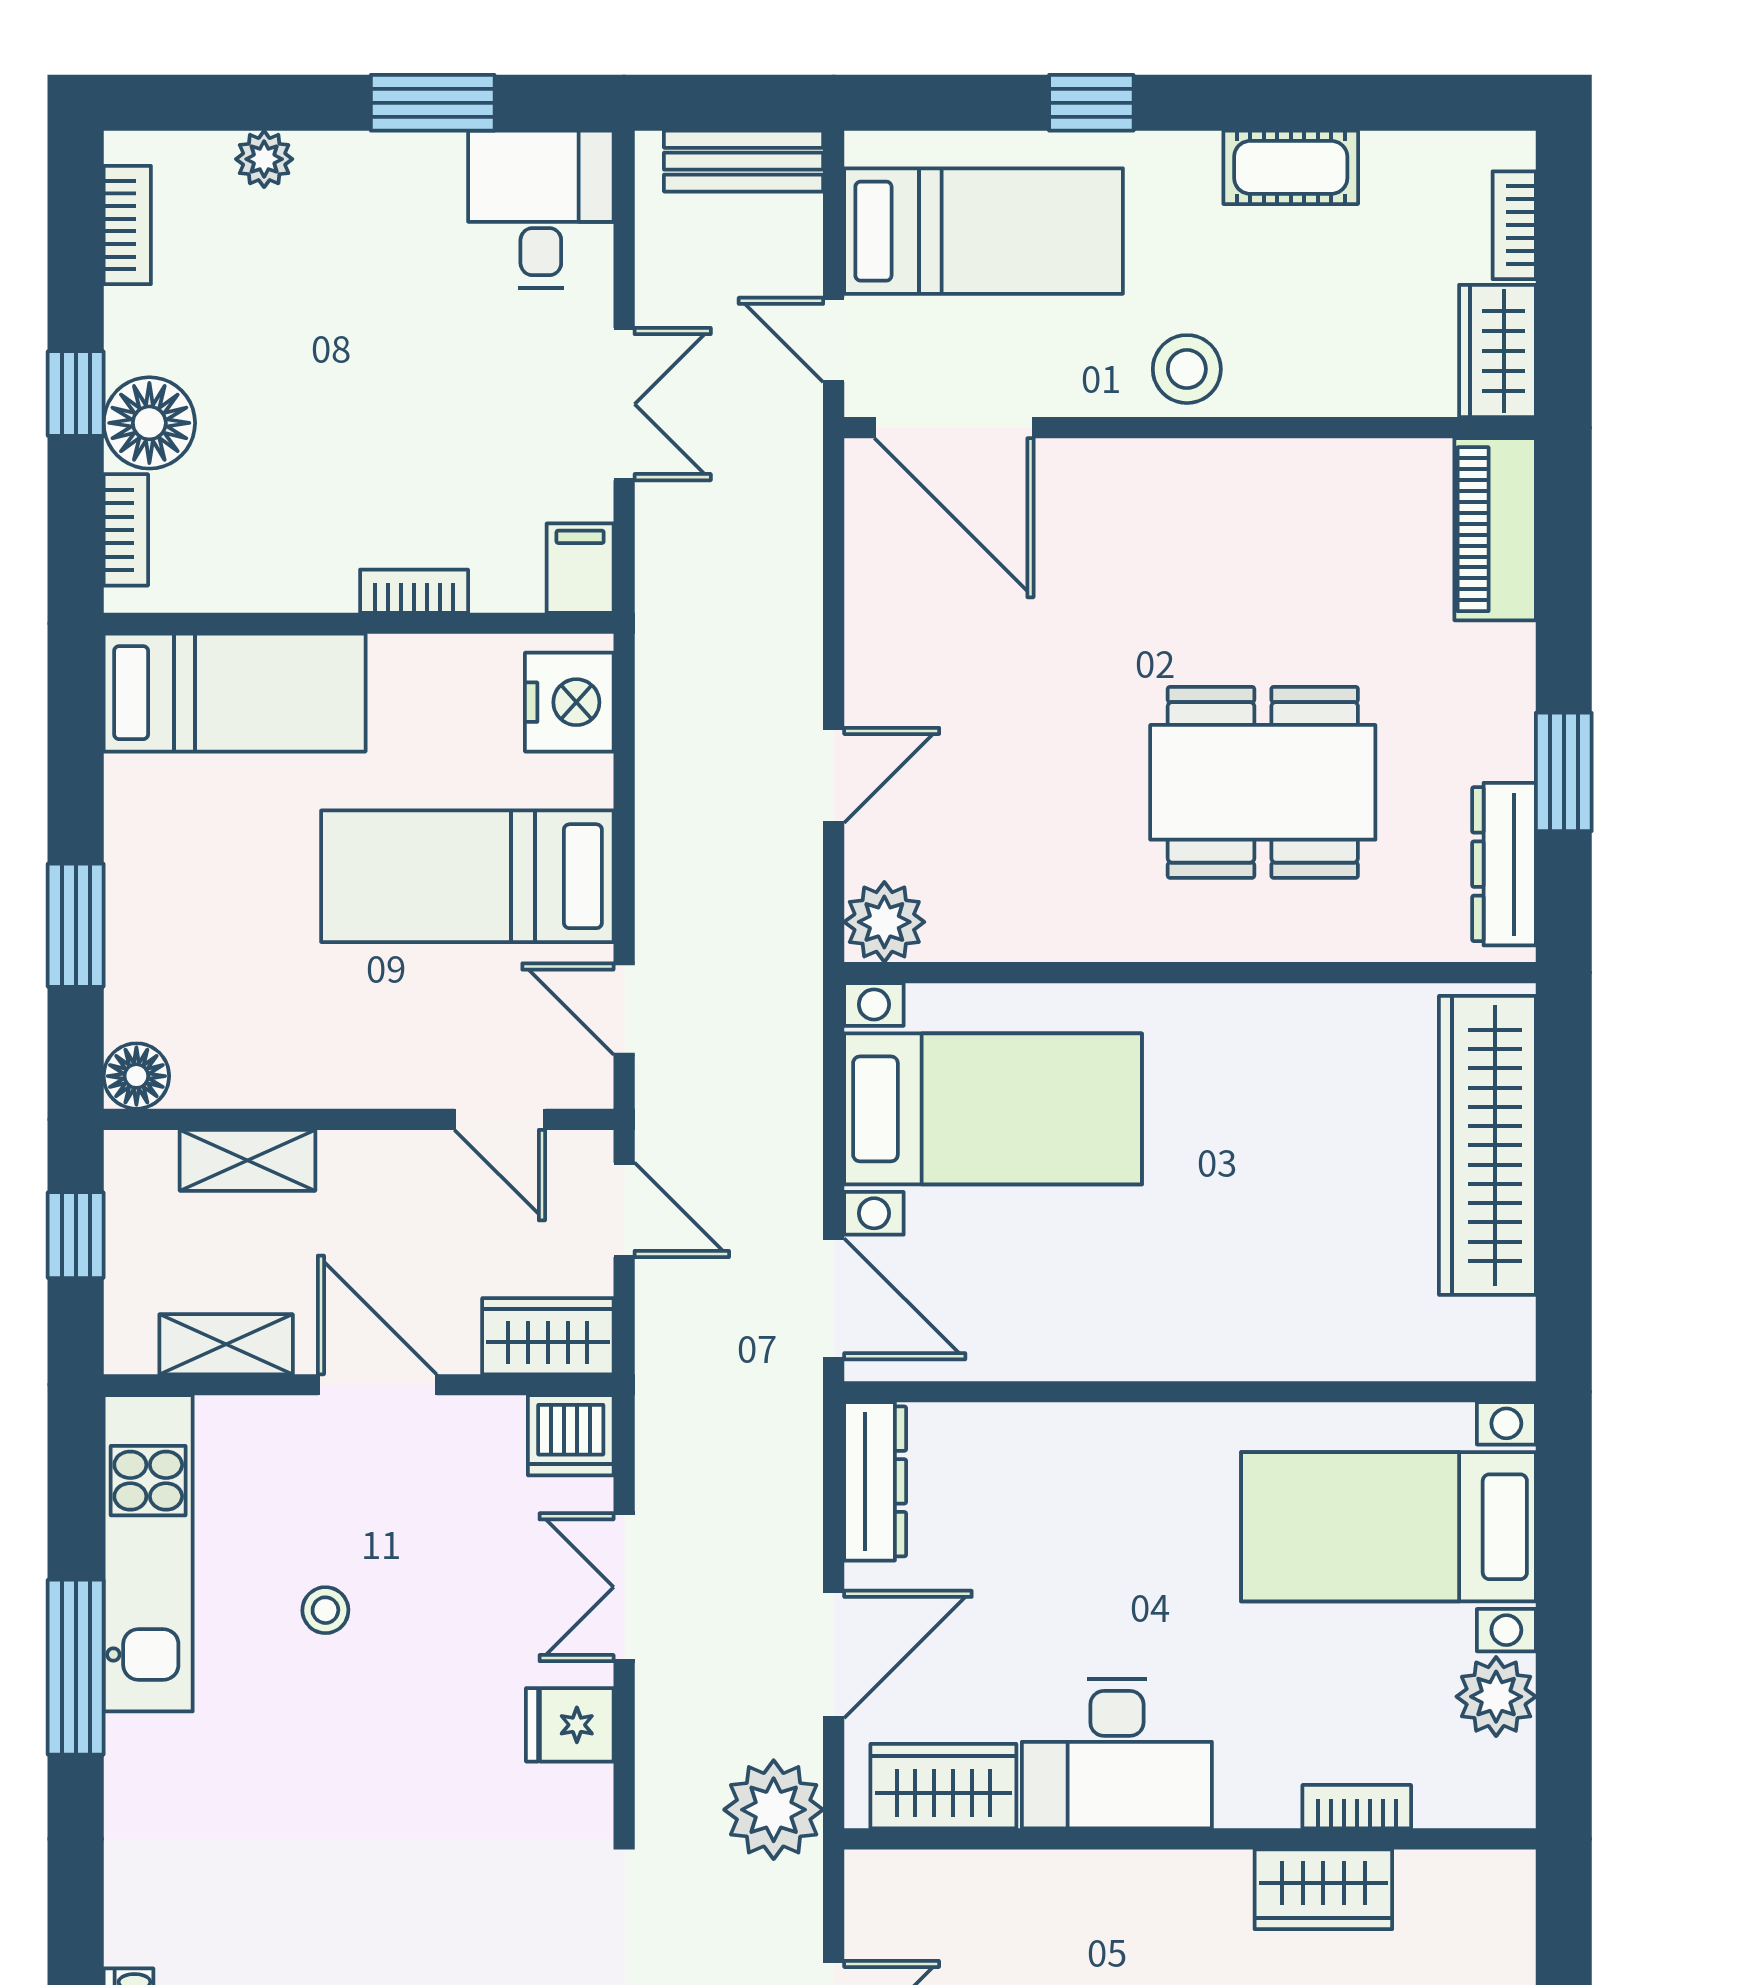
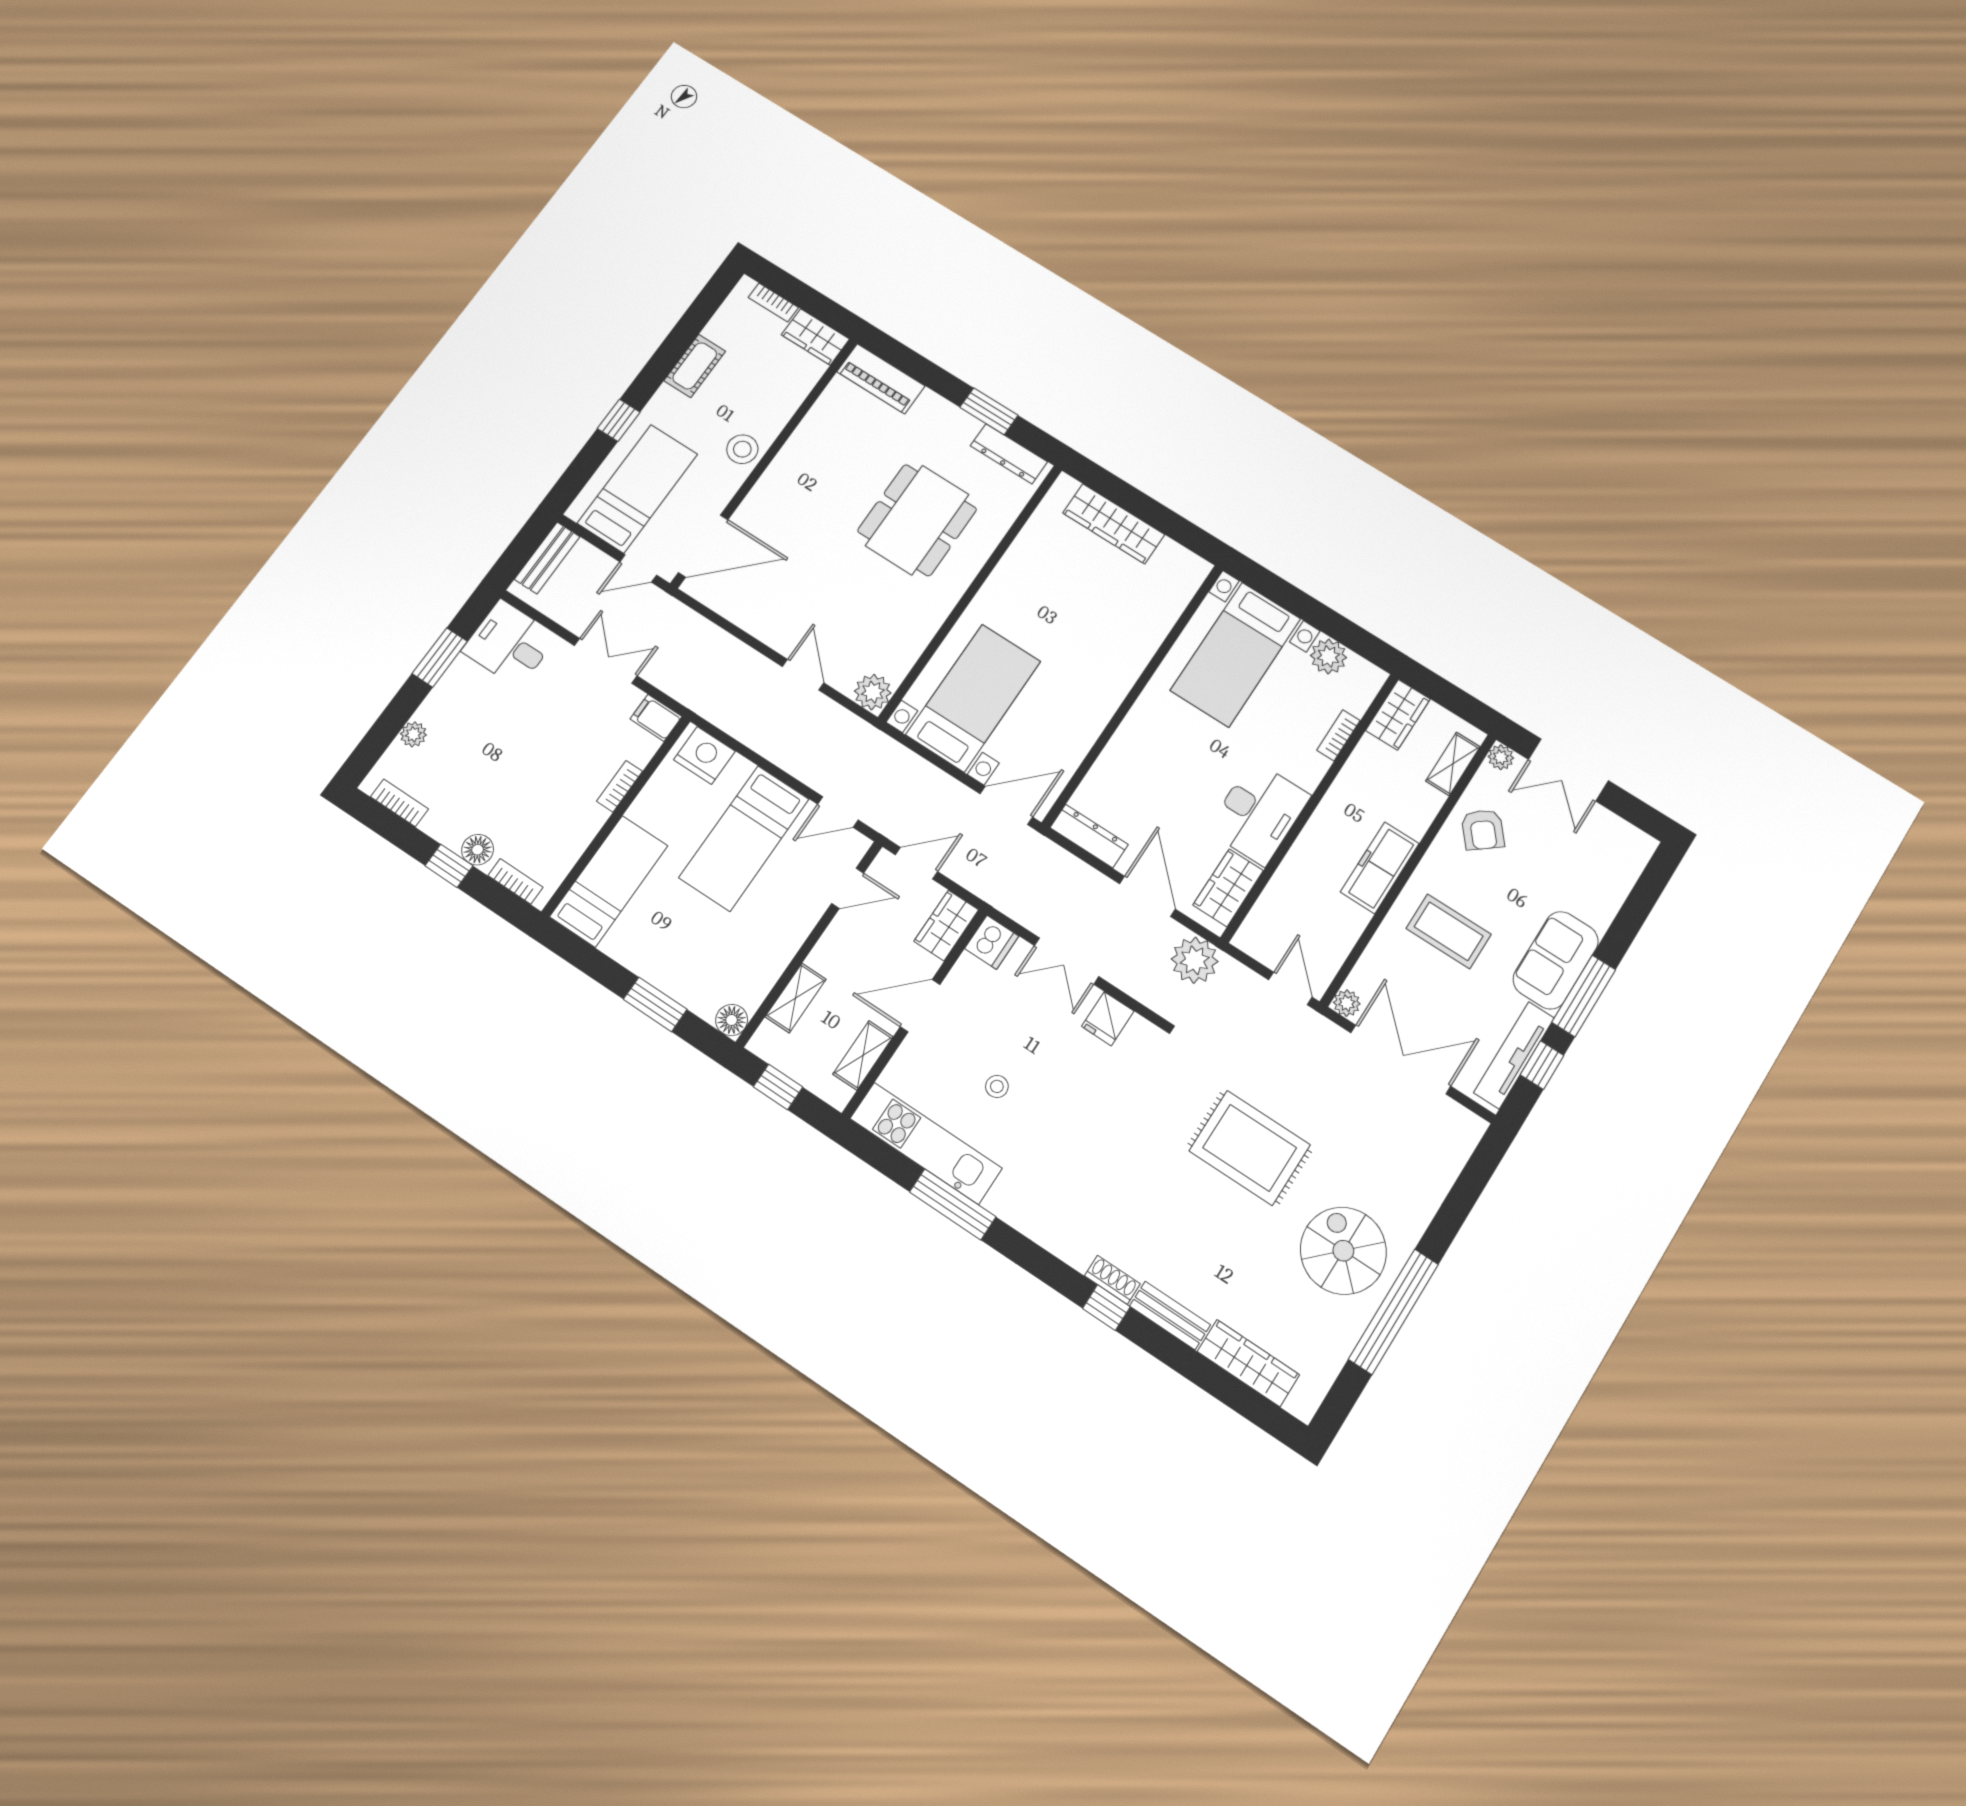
floor lamp: (149, 423) -> (478, 850), width x0.73, depth x0.73
wardrobe: (1487, 1145) -> (1114, 524), width x0.71, depth x0.85
wardrobe: (1323, 1889) -> (1398, 715), moved

